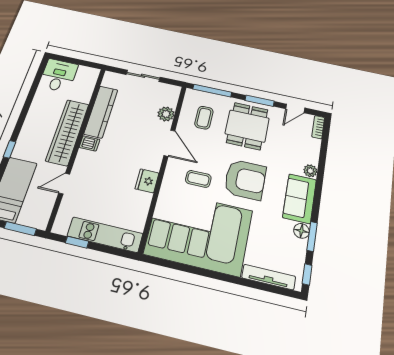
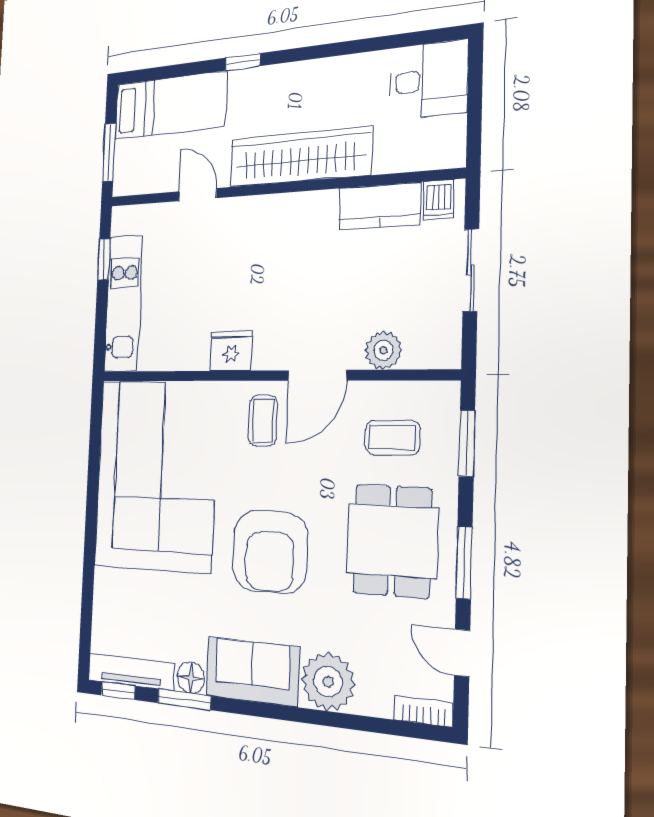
window: (212, 91) -> (467, 443), width x0.69
kitchen counter: (101, 112) -> (379, 206), width x0.67
dining table: (247, 126) -> (392, 541), turned 90
dishwasher: (90, 143) -> (439, 200), moved
plant: (310, 171) -> (328, 682), width x1.88, depth x1.88
coffee table: (198, 179) -> (263, 421), moved
tv unit: (269, 277) -> (131, 672), moved, turned -90

